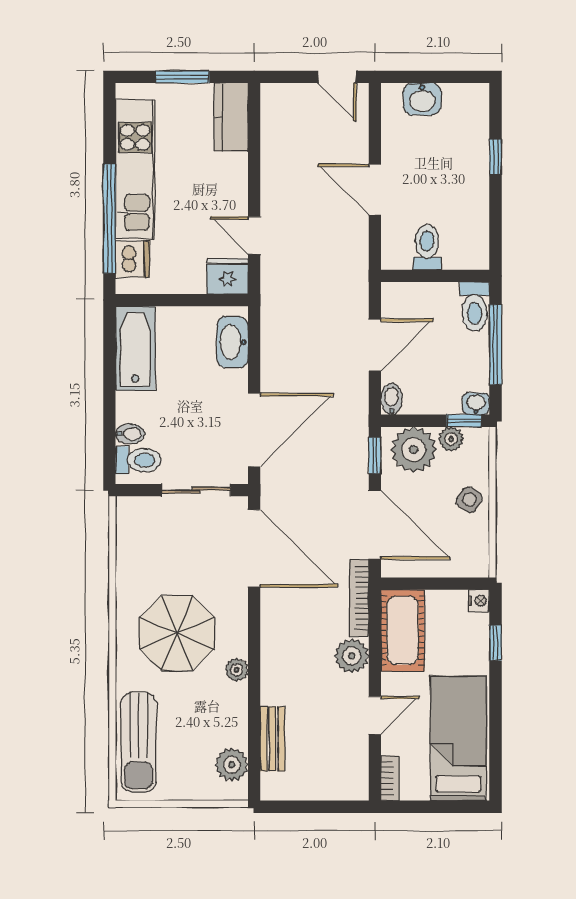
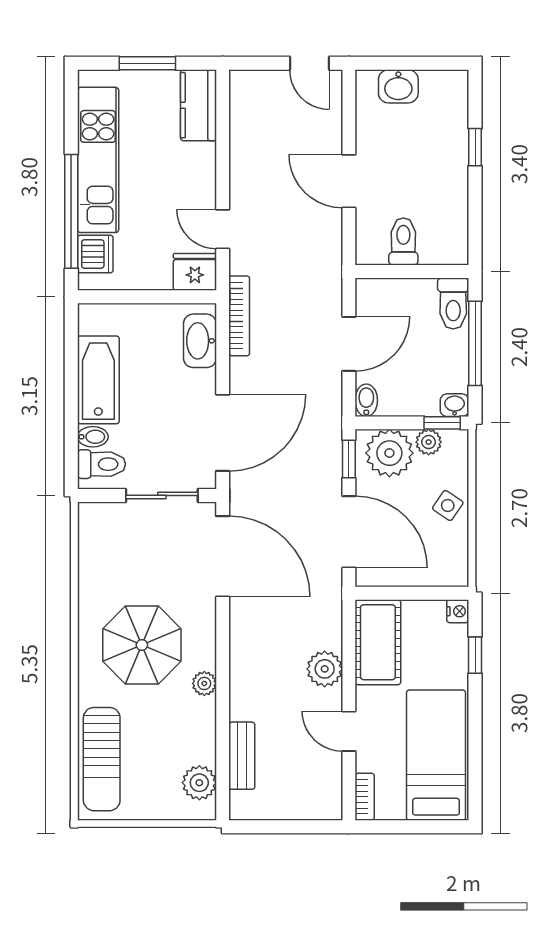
bathtub: (135, 348) -> (98, 380), moved
bookcase: (359, 598) -> (239, 316), moved, turned 180
door: (375, 715) -> (349, 731), swing flipped

